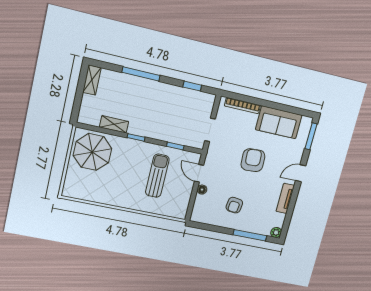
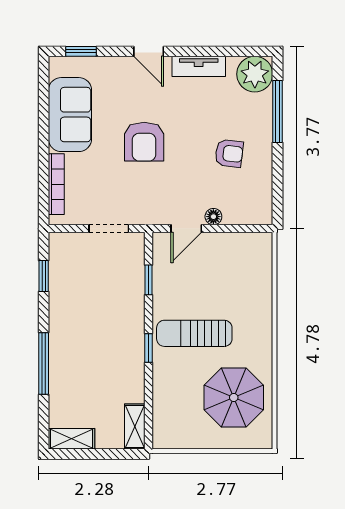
shelving: (114, 124) -> (135, 427), moved
window: (311, 136) -> (81, 51), width x0.67
parasol: (92, 152) -> (234, 398), moved
armchair: (253, 160) -> (144, 142), turned -87
sun lounger: (157, 176) -> (194, 333), moved
plant: (276, 232) -> (255, 74), width x1.88, depth x1.88

